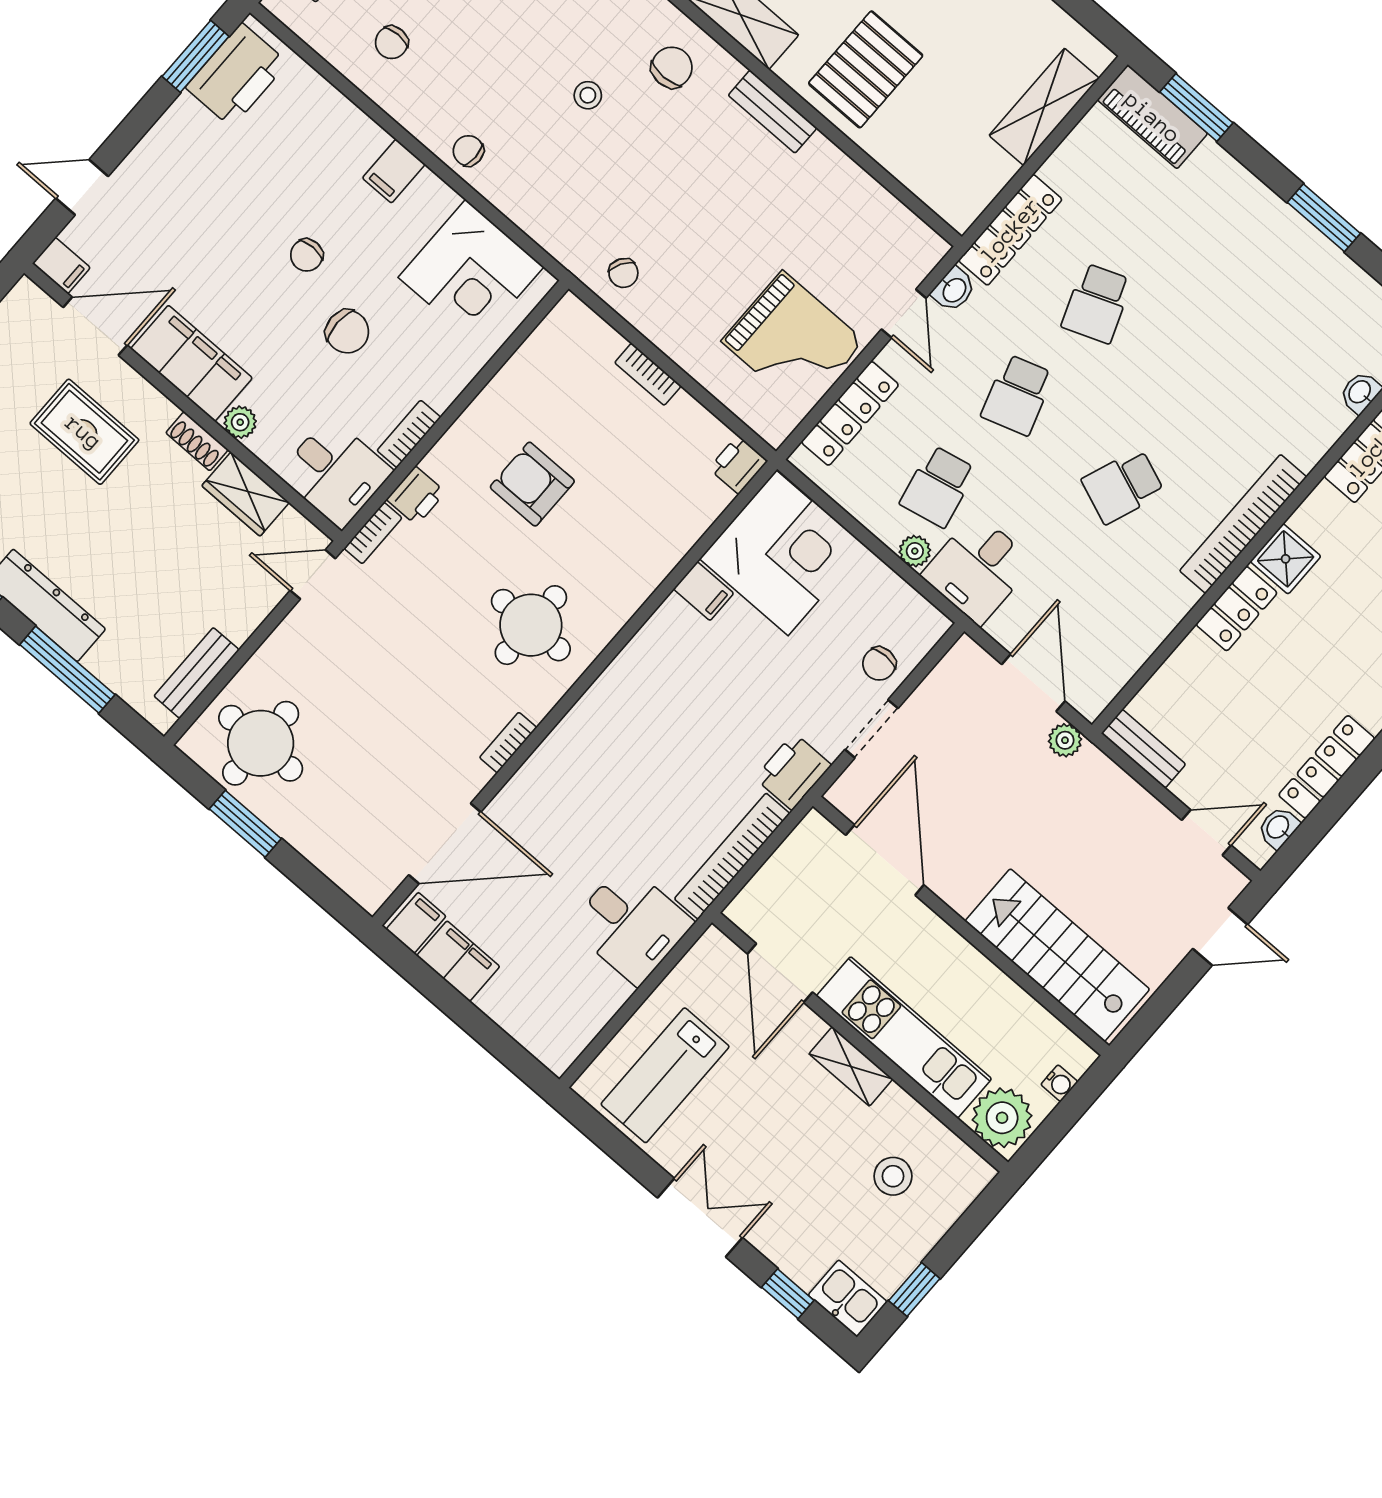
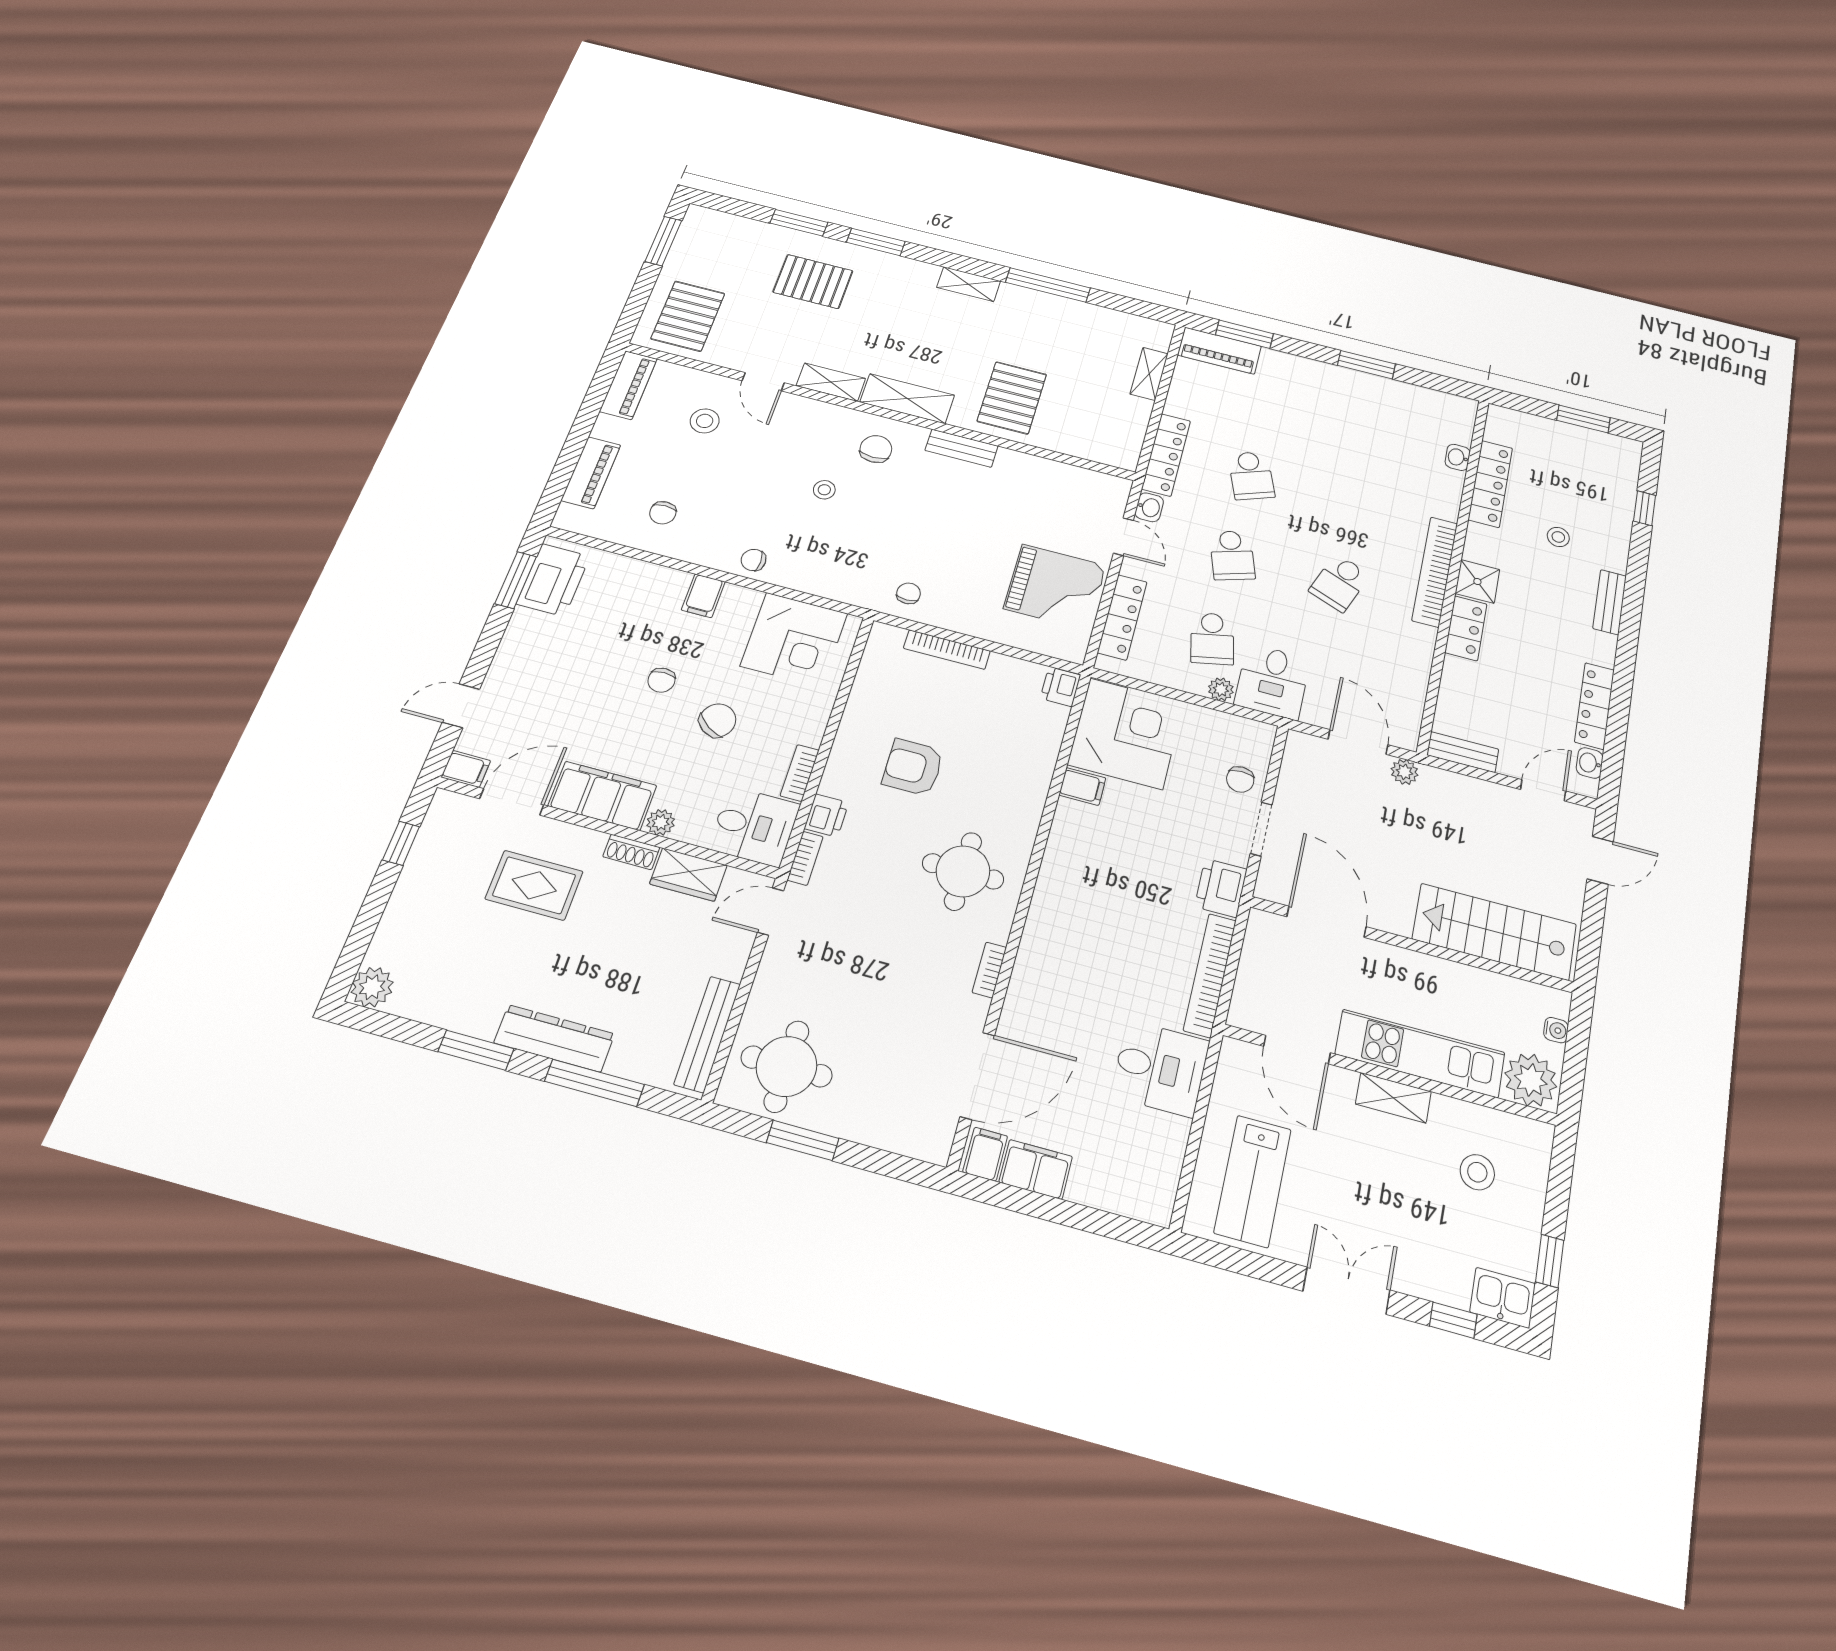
shelving: (1044, 107) -> (1149, 374), width x0.67, depth x0.75
chair: (623, 273) -> (909, 593), turned -121
chair: (347, 332) -> (718, 720), turned -56
bookcase: (648, 374) -> (947, 650), width x1.56
bench: (197, 673) -> (707, 1034), width x1.36

